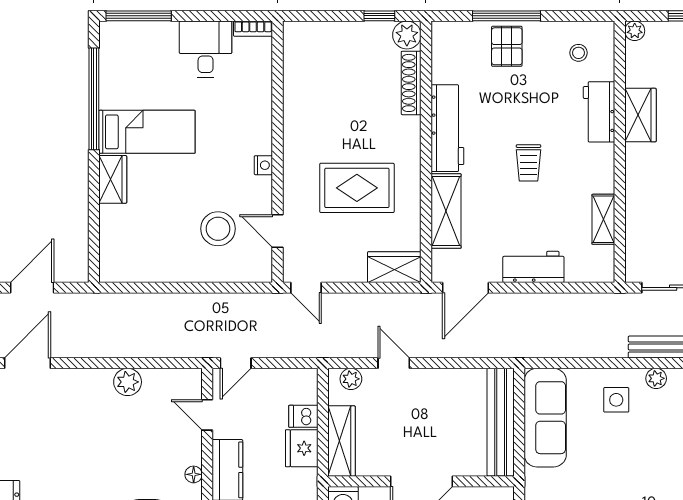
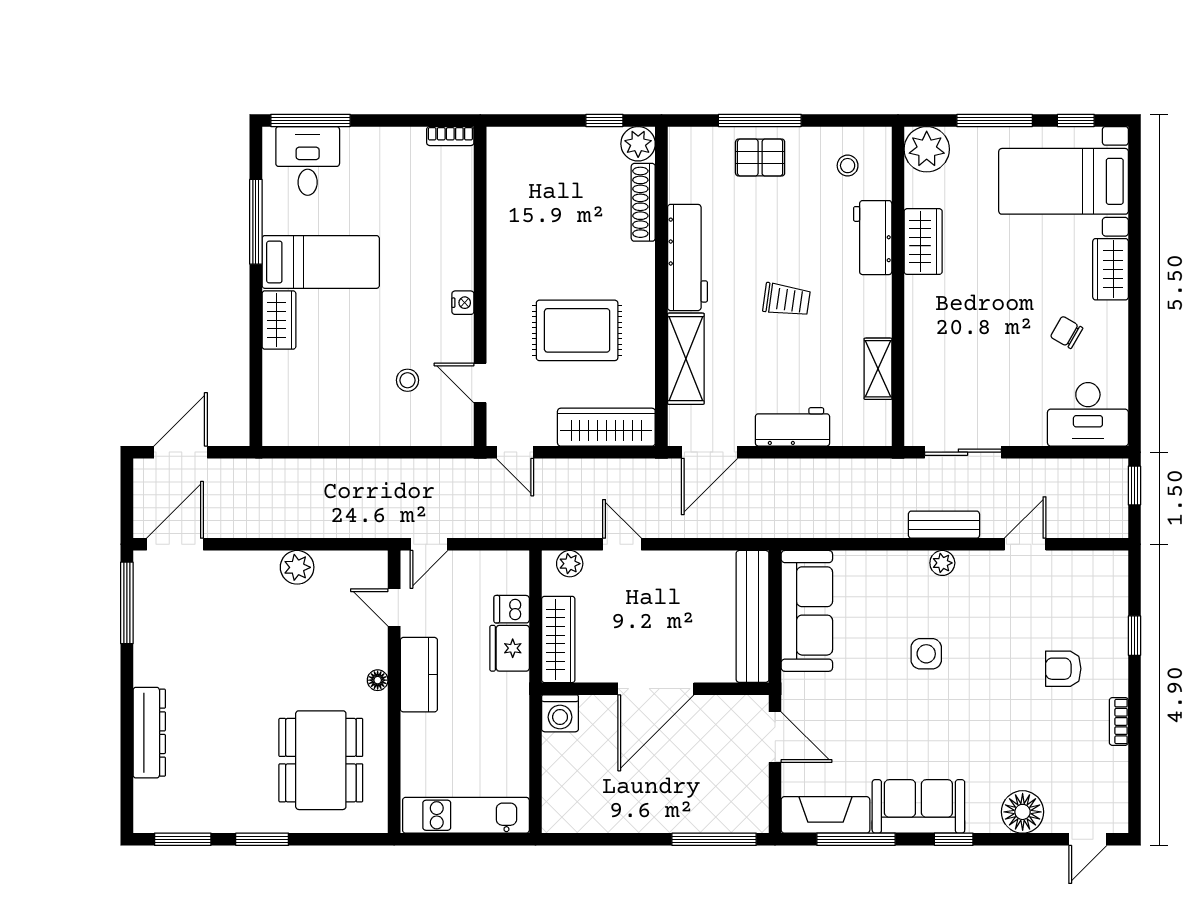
plant: (635, 31) -> (927, 149), width x1.88, depth x1.88
pallet: (507, 46) -> (760, 158), turned 90
desk: (206, 49) -> (308, 161), moved
window: (94, 99) -> (256, 222), width x0.68
trolley: (528, 163) -> (786, 300), turned -82
stool: (218, 229) -> (407, 380), width x0.53, depth x0.53
wardrobe: (394, 267) -> (606, 427), width x1.50
side table: (616, 400) -> (926, 654), moved

